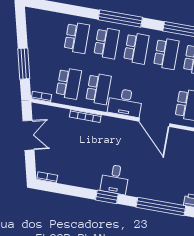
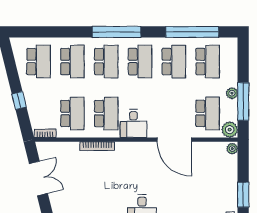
school desk: (47, 32) -> (39, 62), added
window: (24, 64) -> (19, 101), width x0.46
desk: (125, 102) -> (133, 123), width x0.73

